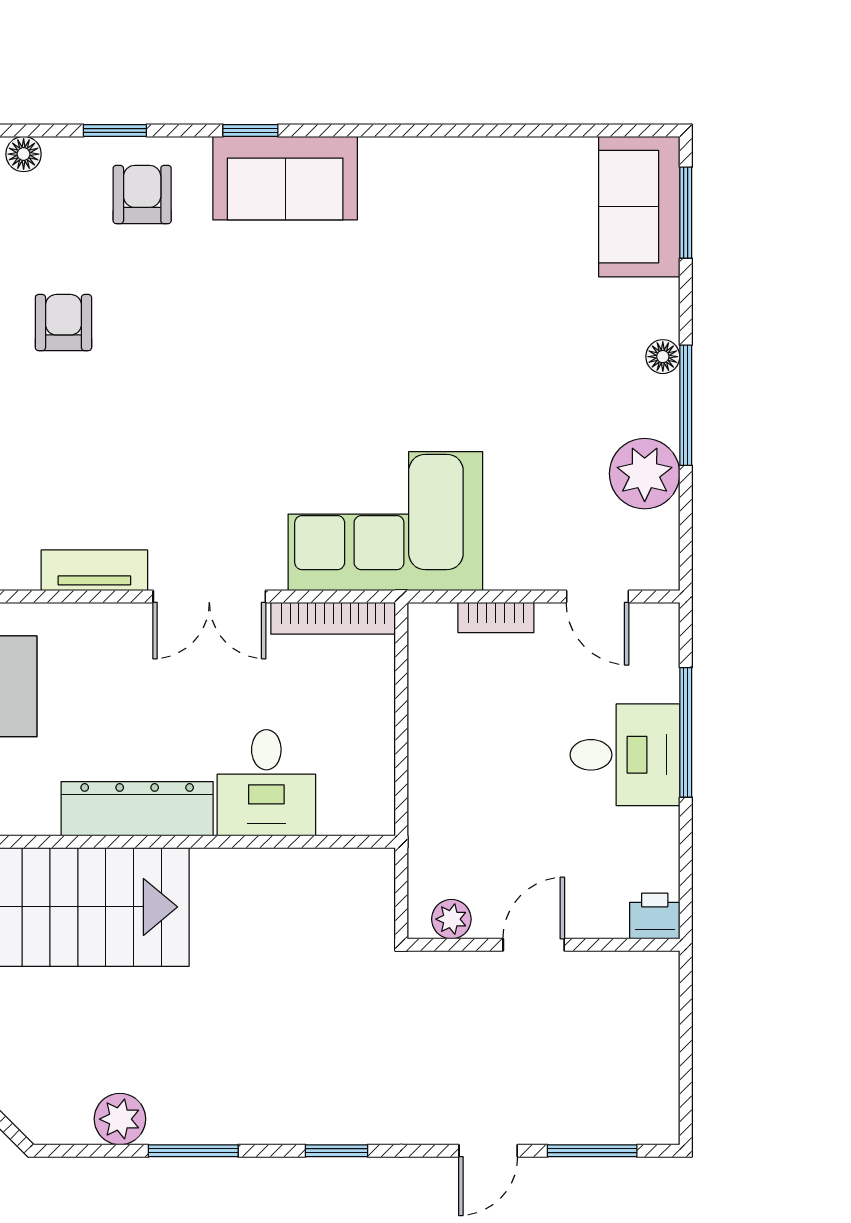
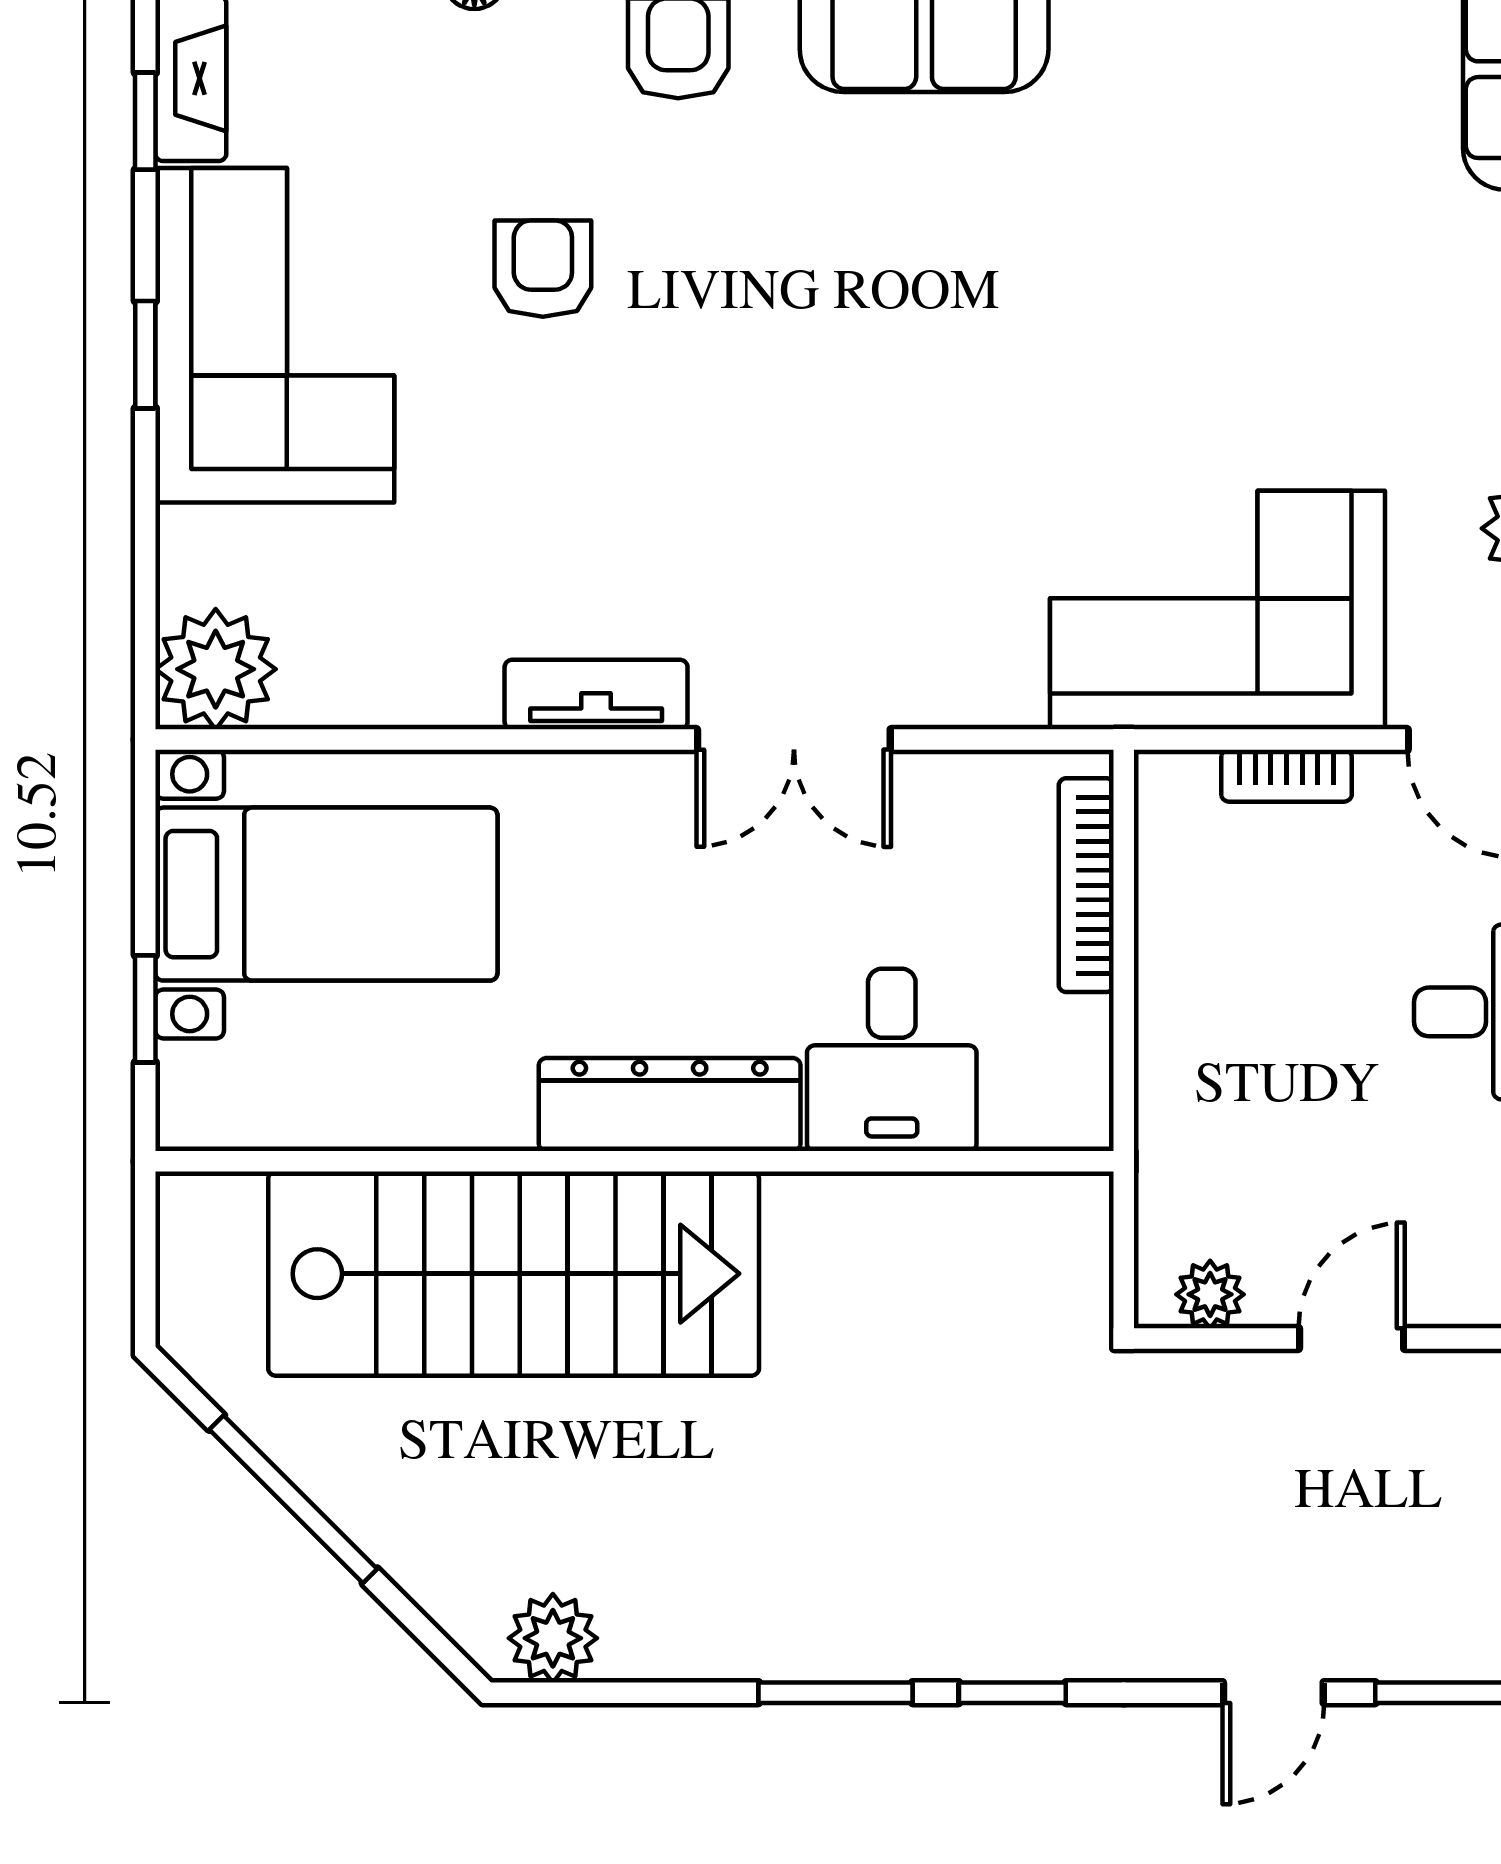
corner sofa: (385, 521) -> (1218, 610), moved
bookcase: (333, 618) -> (1086, 885), moved, turned 90
plant: (120, 1119) -> (553, 1638), moved
window: (193, 1151) -> (835, 1693), moved

